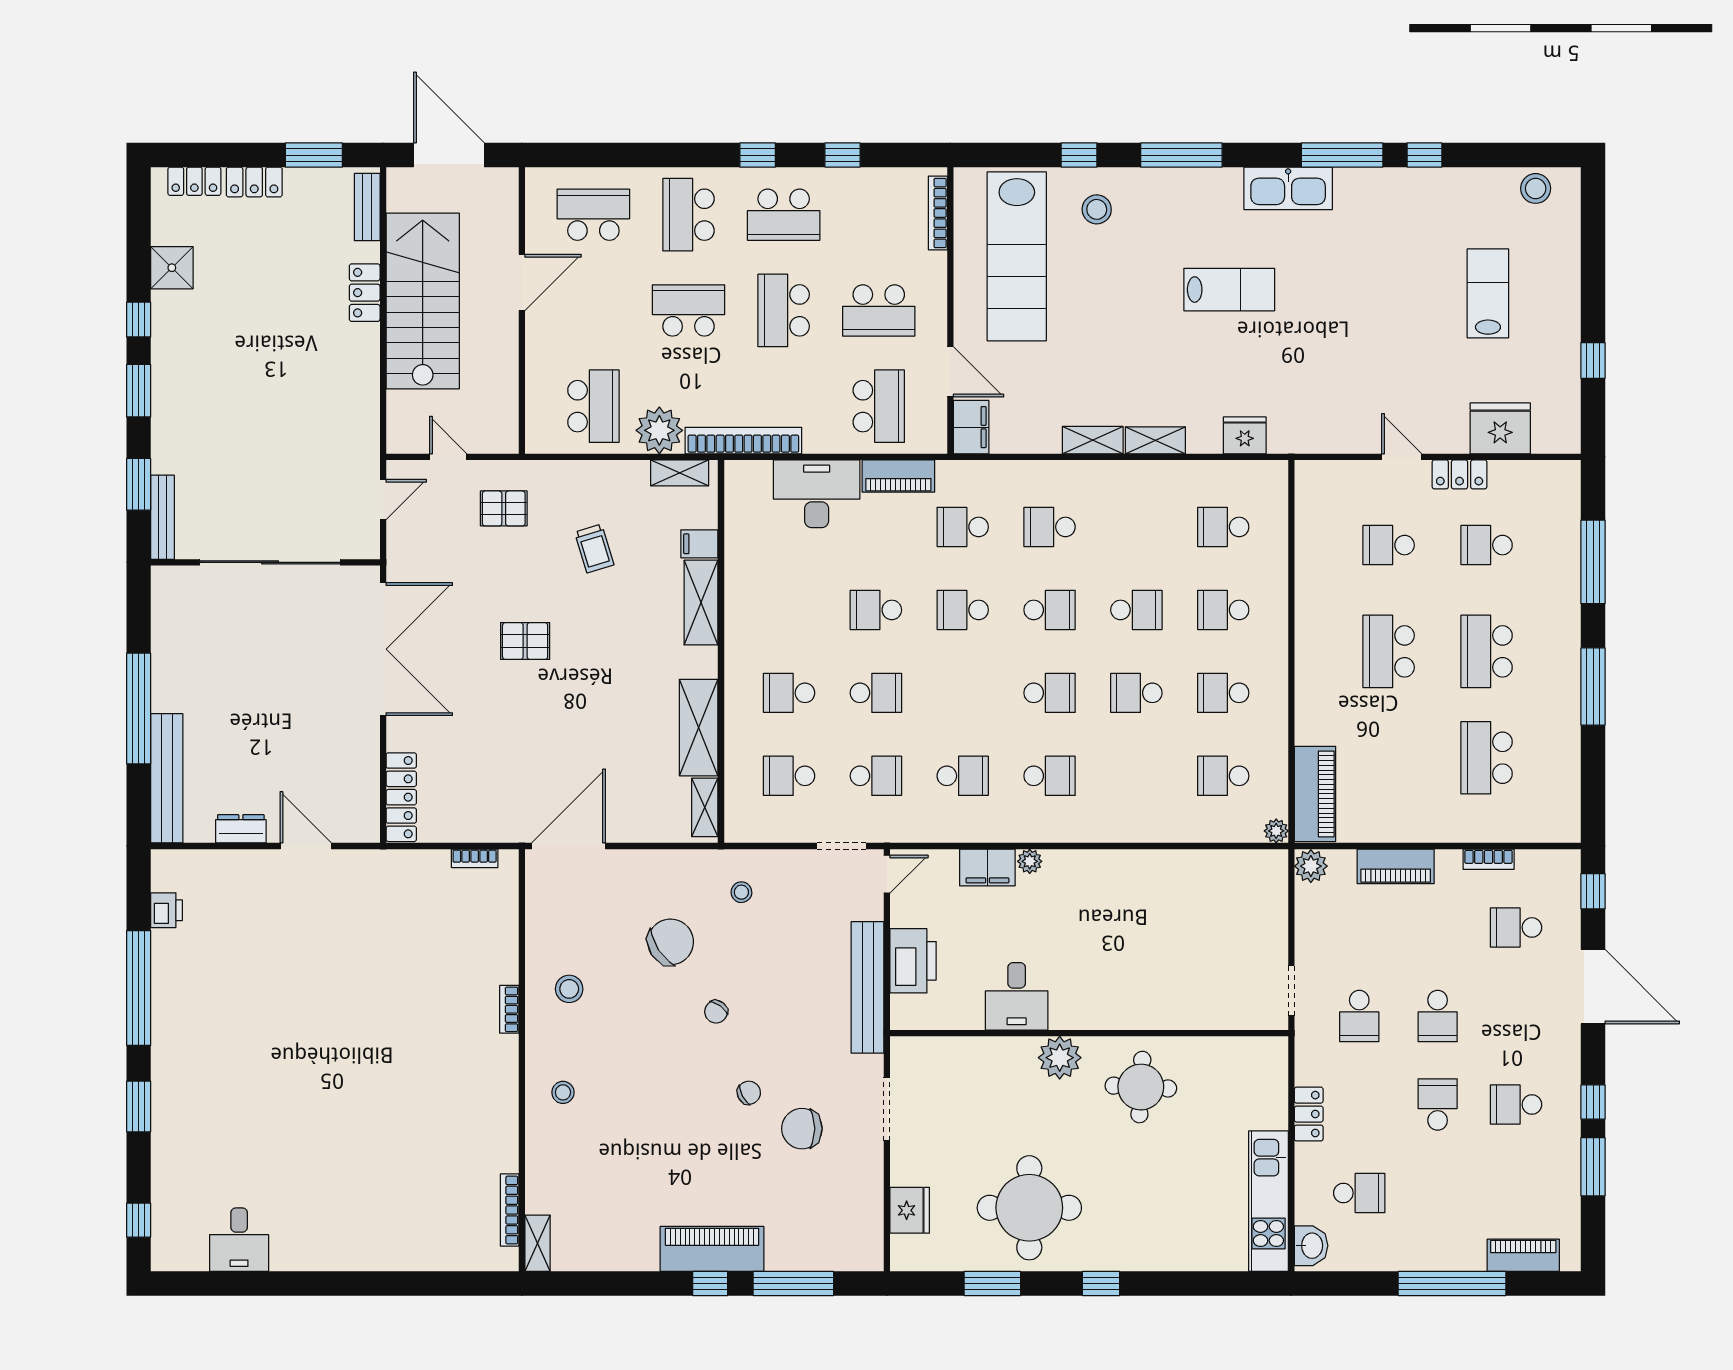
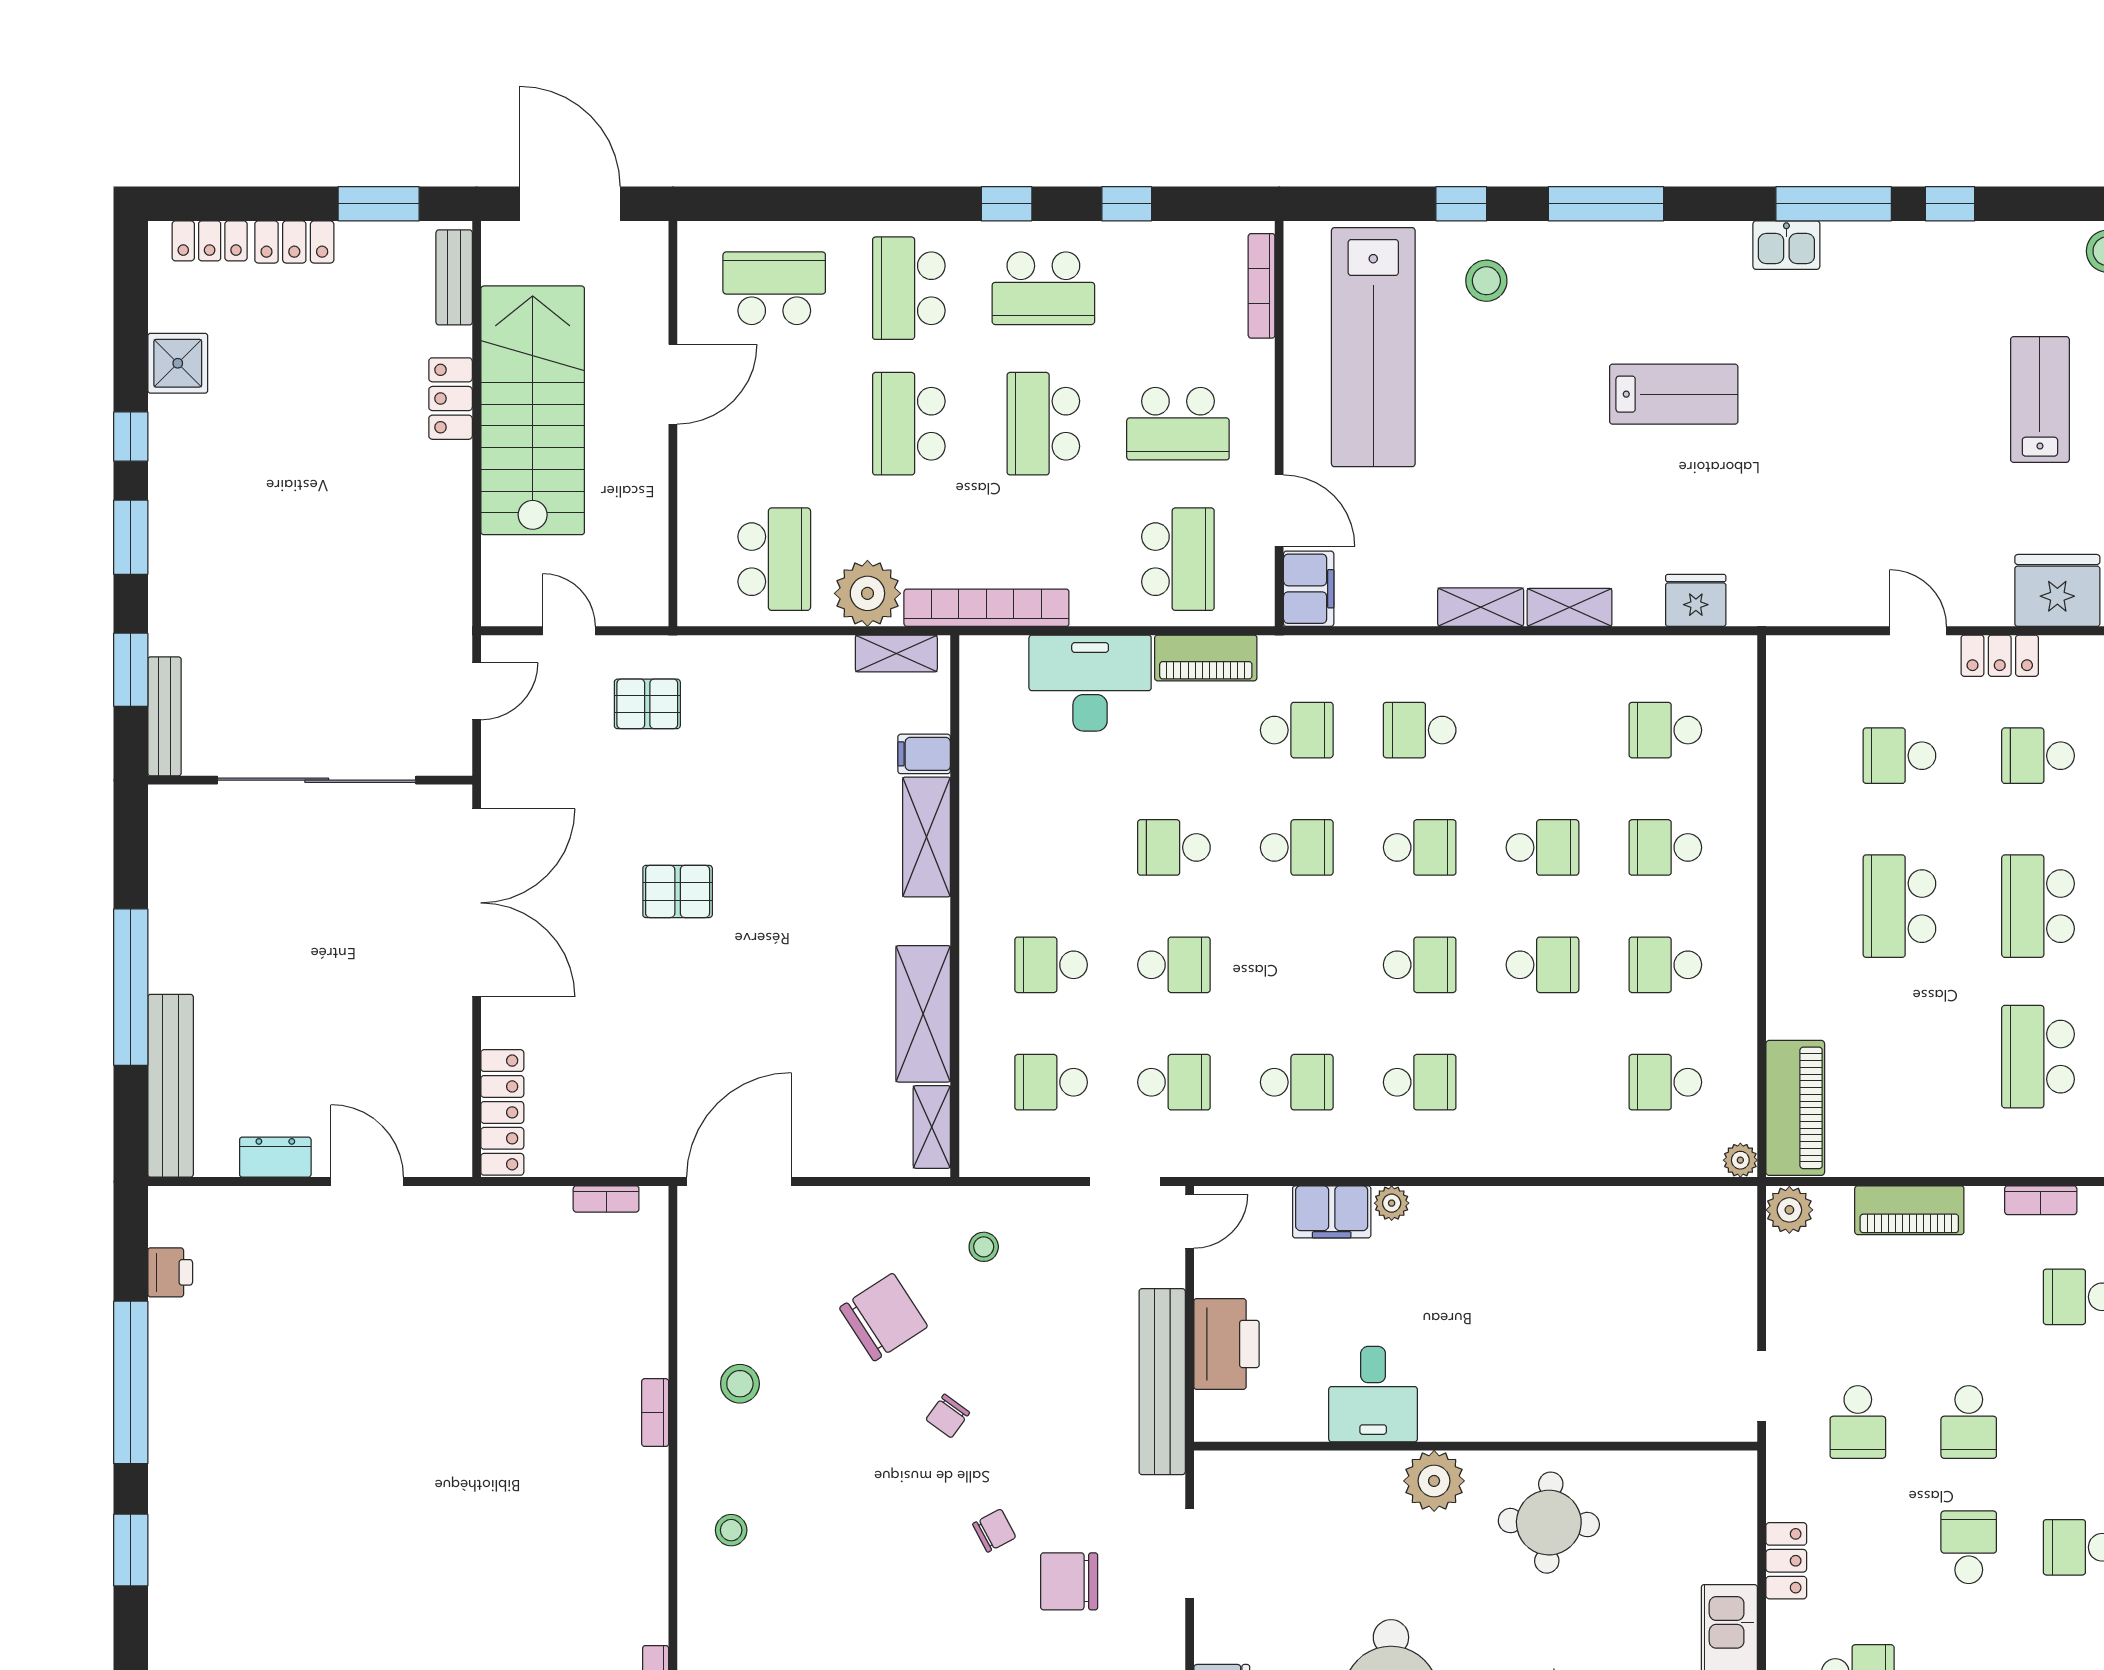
kitchen sink: (1288, 188) -> (1786, 245), width x0.53, depth x0.81
school desk: (689, 310) -> (909, 424), turned -90
school desk: (963, 527) -> (1297, 730), turned 180
trolley: (594, 548) -> (775, 761), removed
school desk: (963, 610) -> (1297, 847), turned 180
school desk: (1136, 693) -> (1542, 965), turned 180

